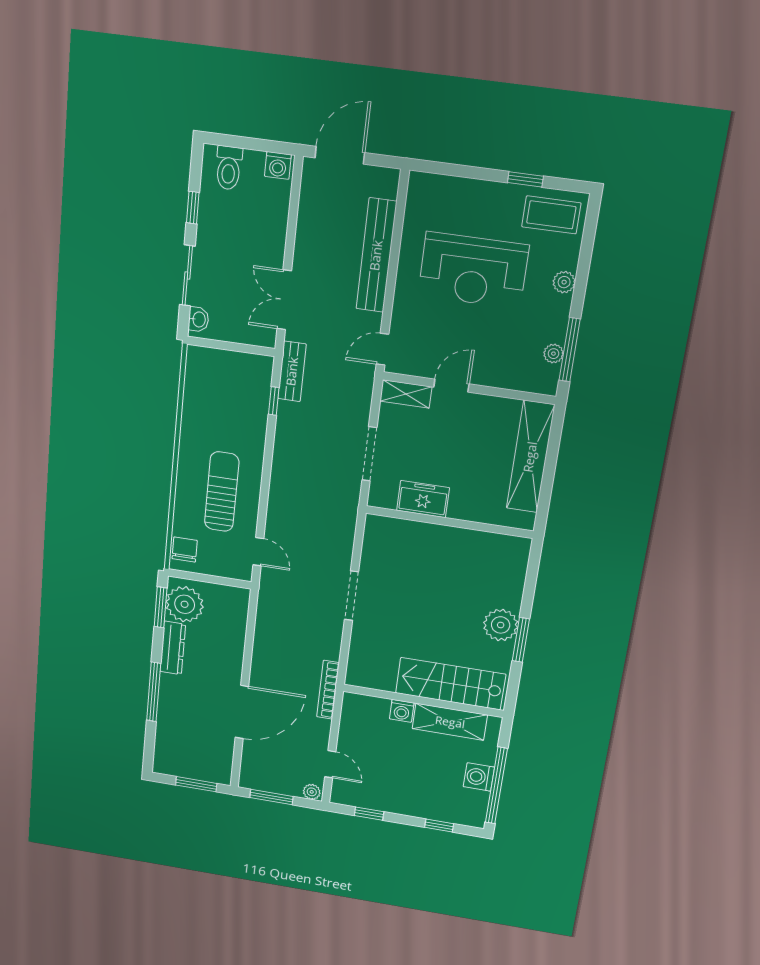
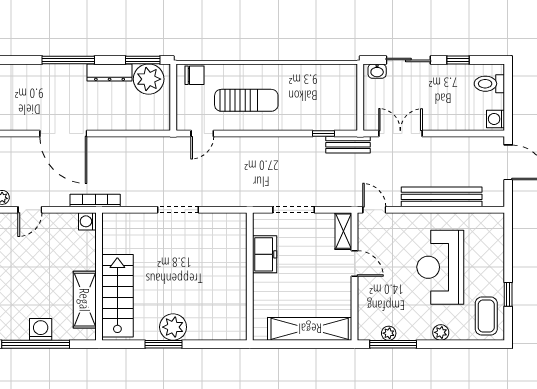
washing machine: (402, 711) -> (87, 221), moved

